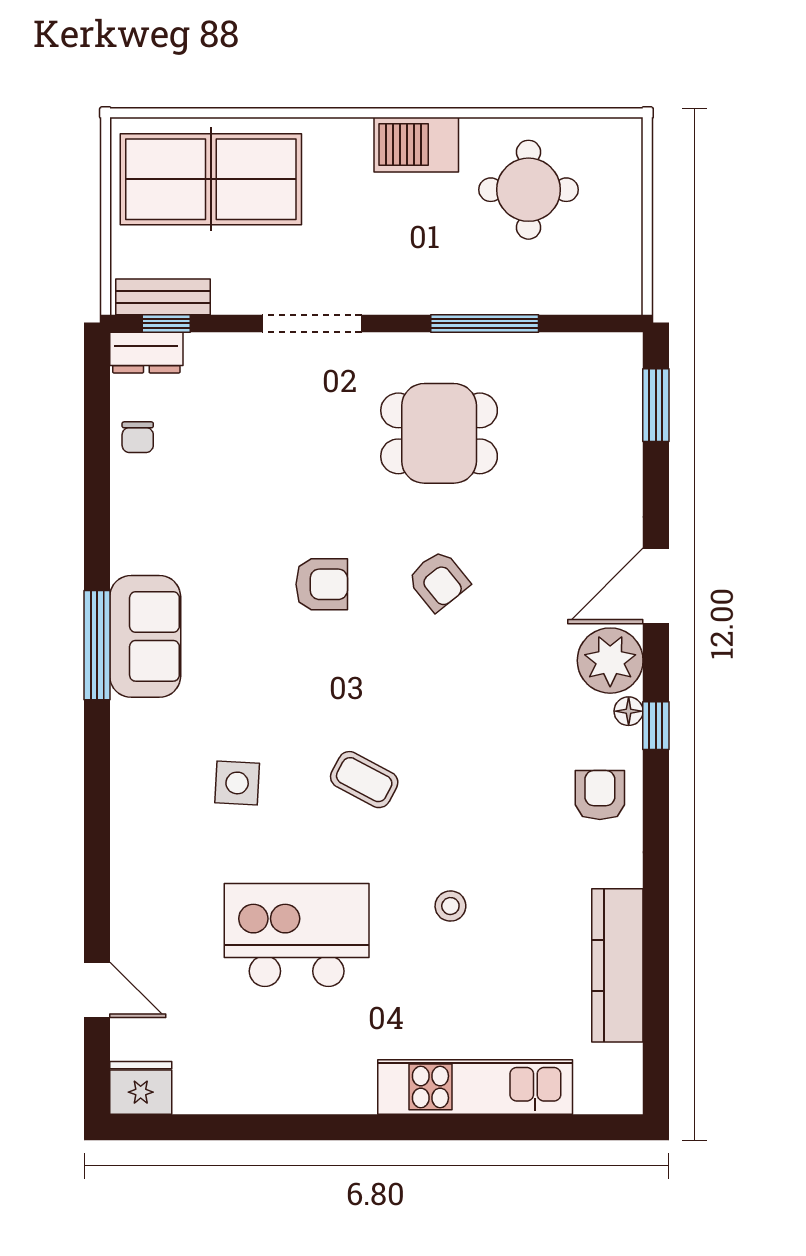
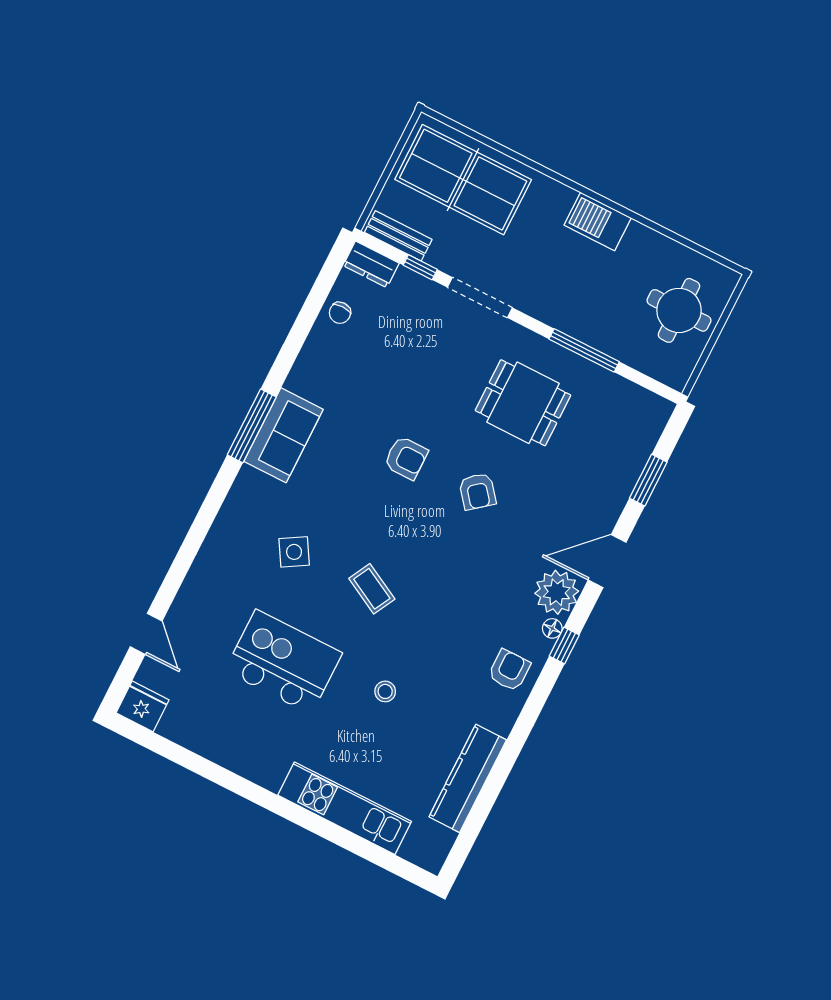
round table: (528, 190) -> (679, 310), moved
window: (166, 323) -> (420, 267), moved
window: (656, 405) -> (648, 480), moved
side table: (237, 783) -> (294, 552), turned -34

